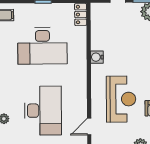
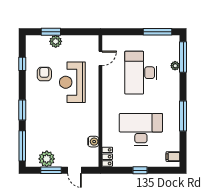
water cooler: (97, 57) -> (93, 142), moved

